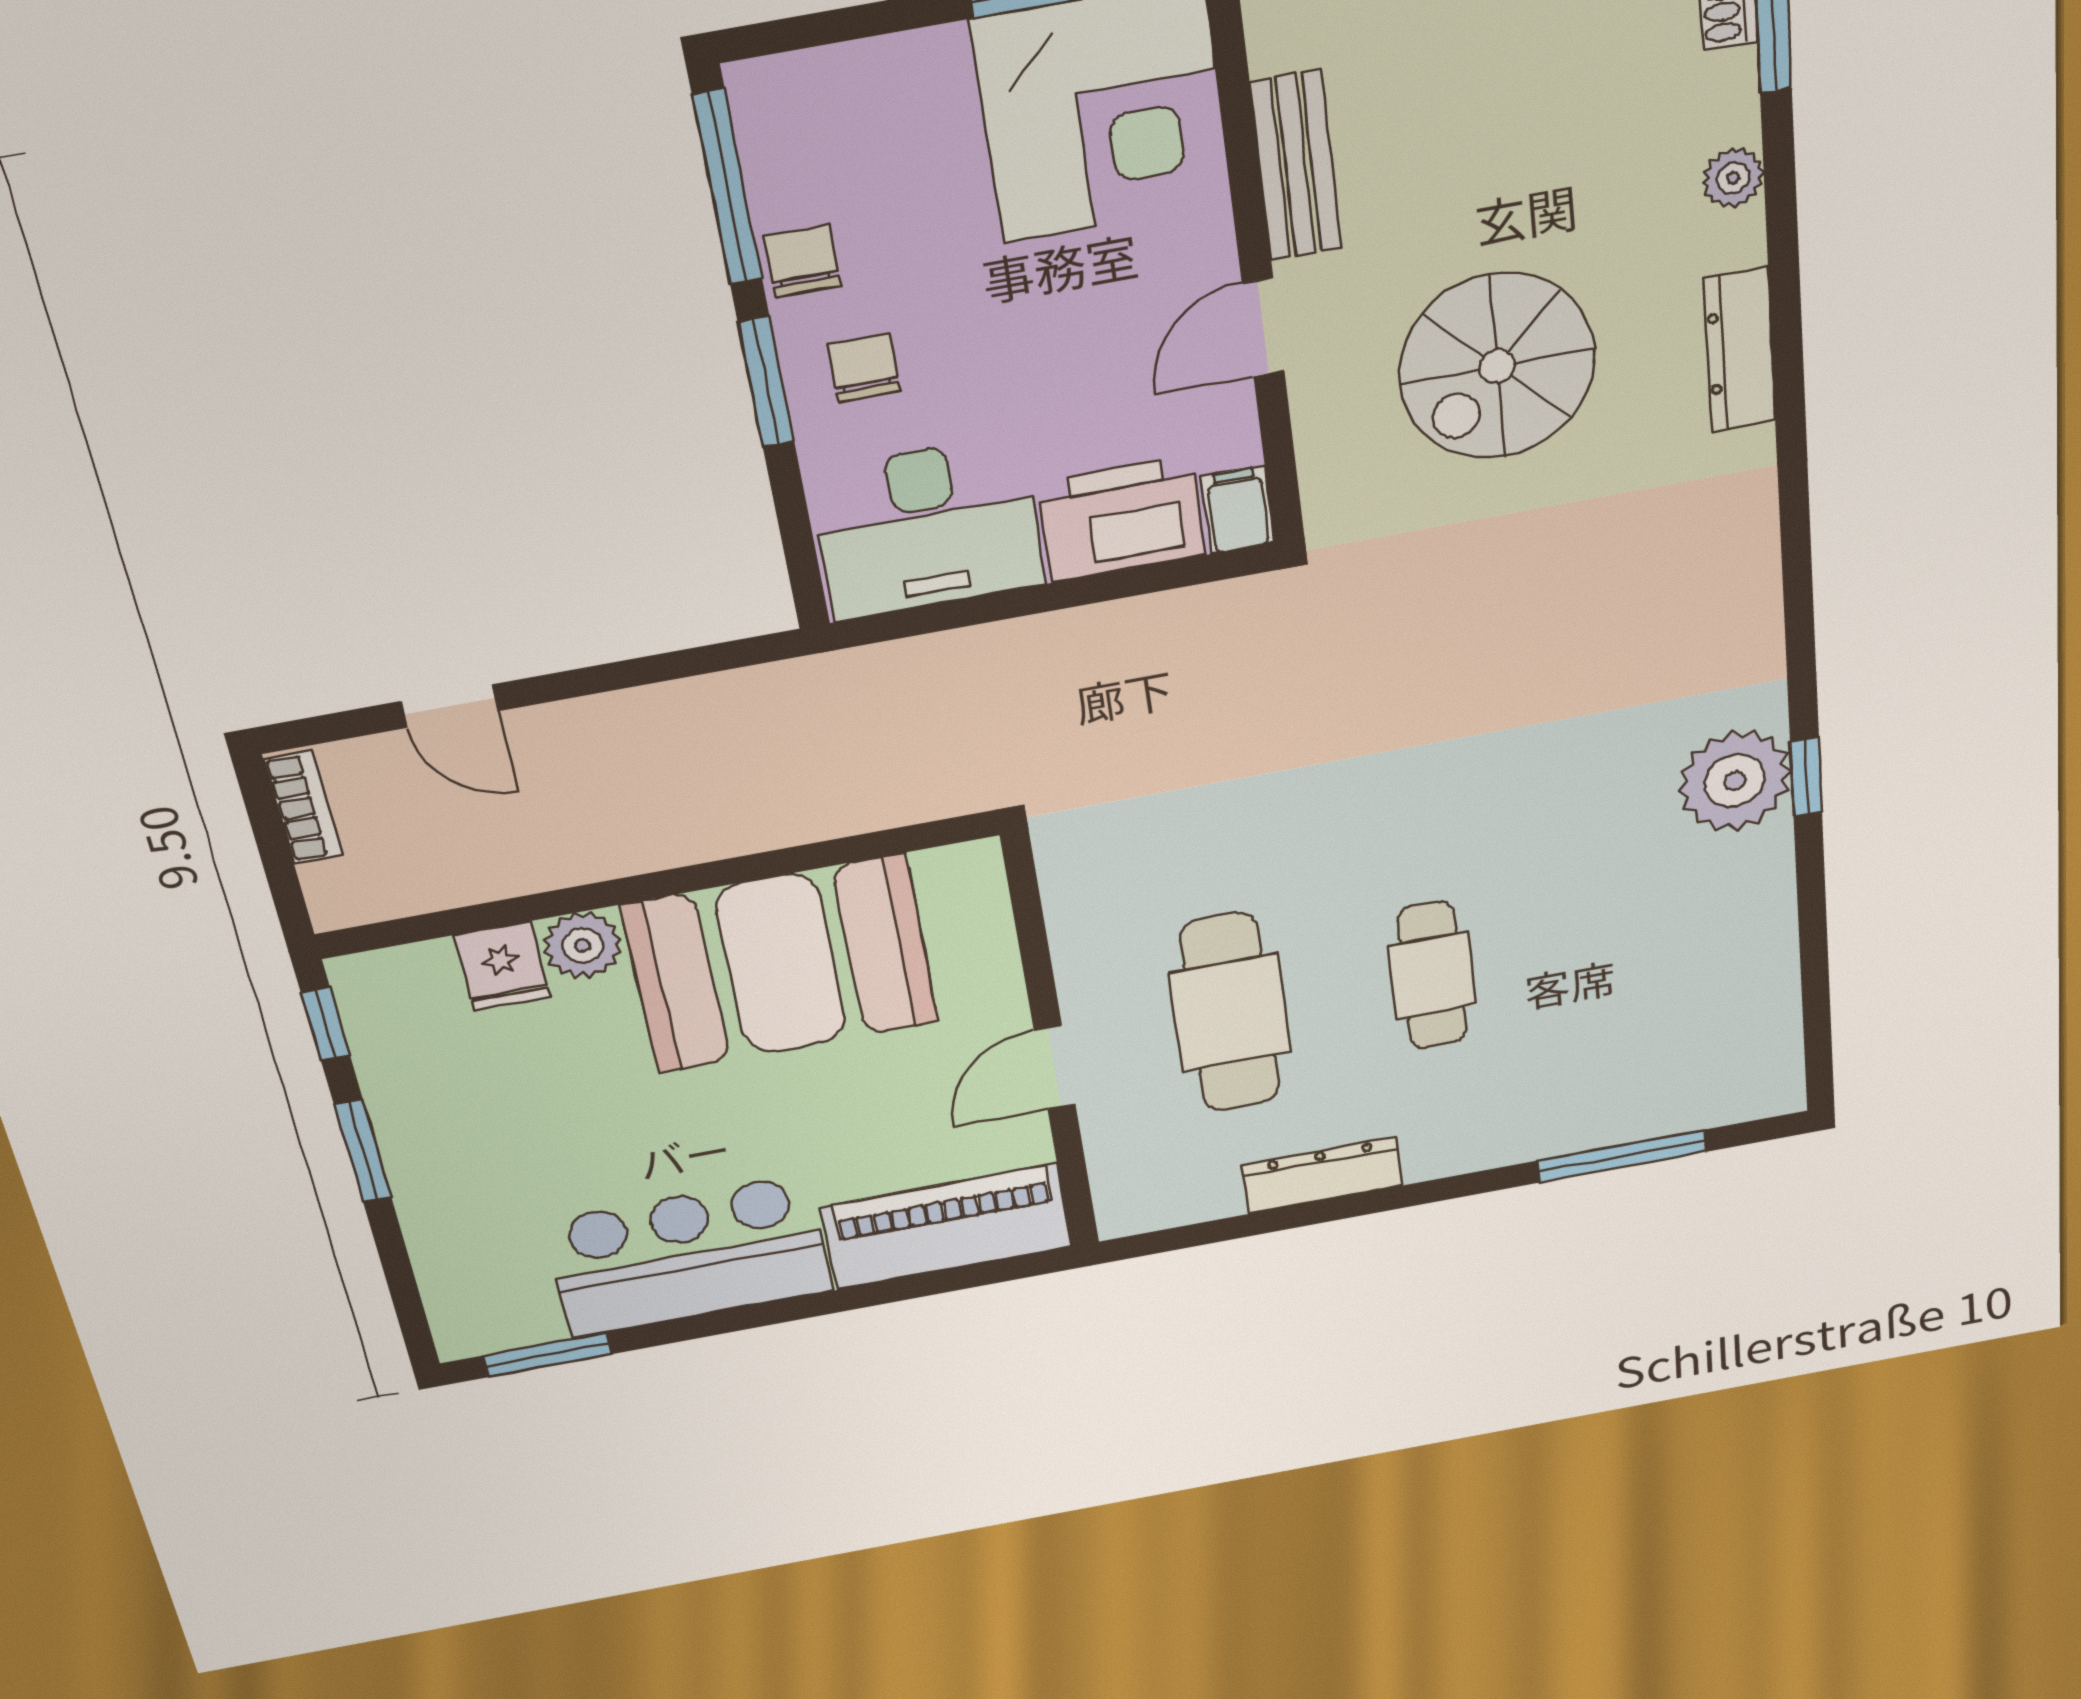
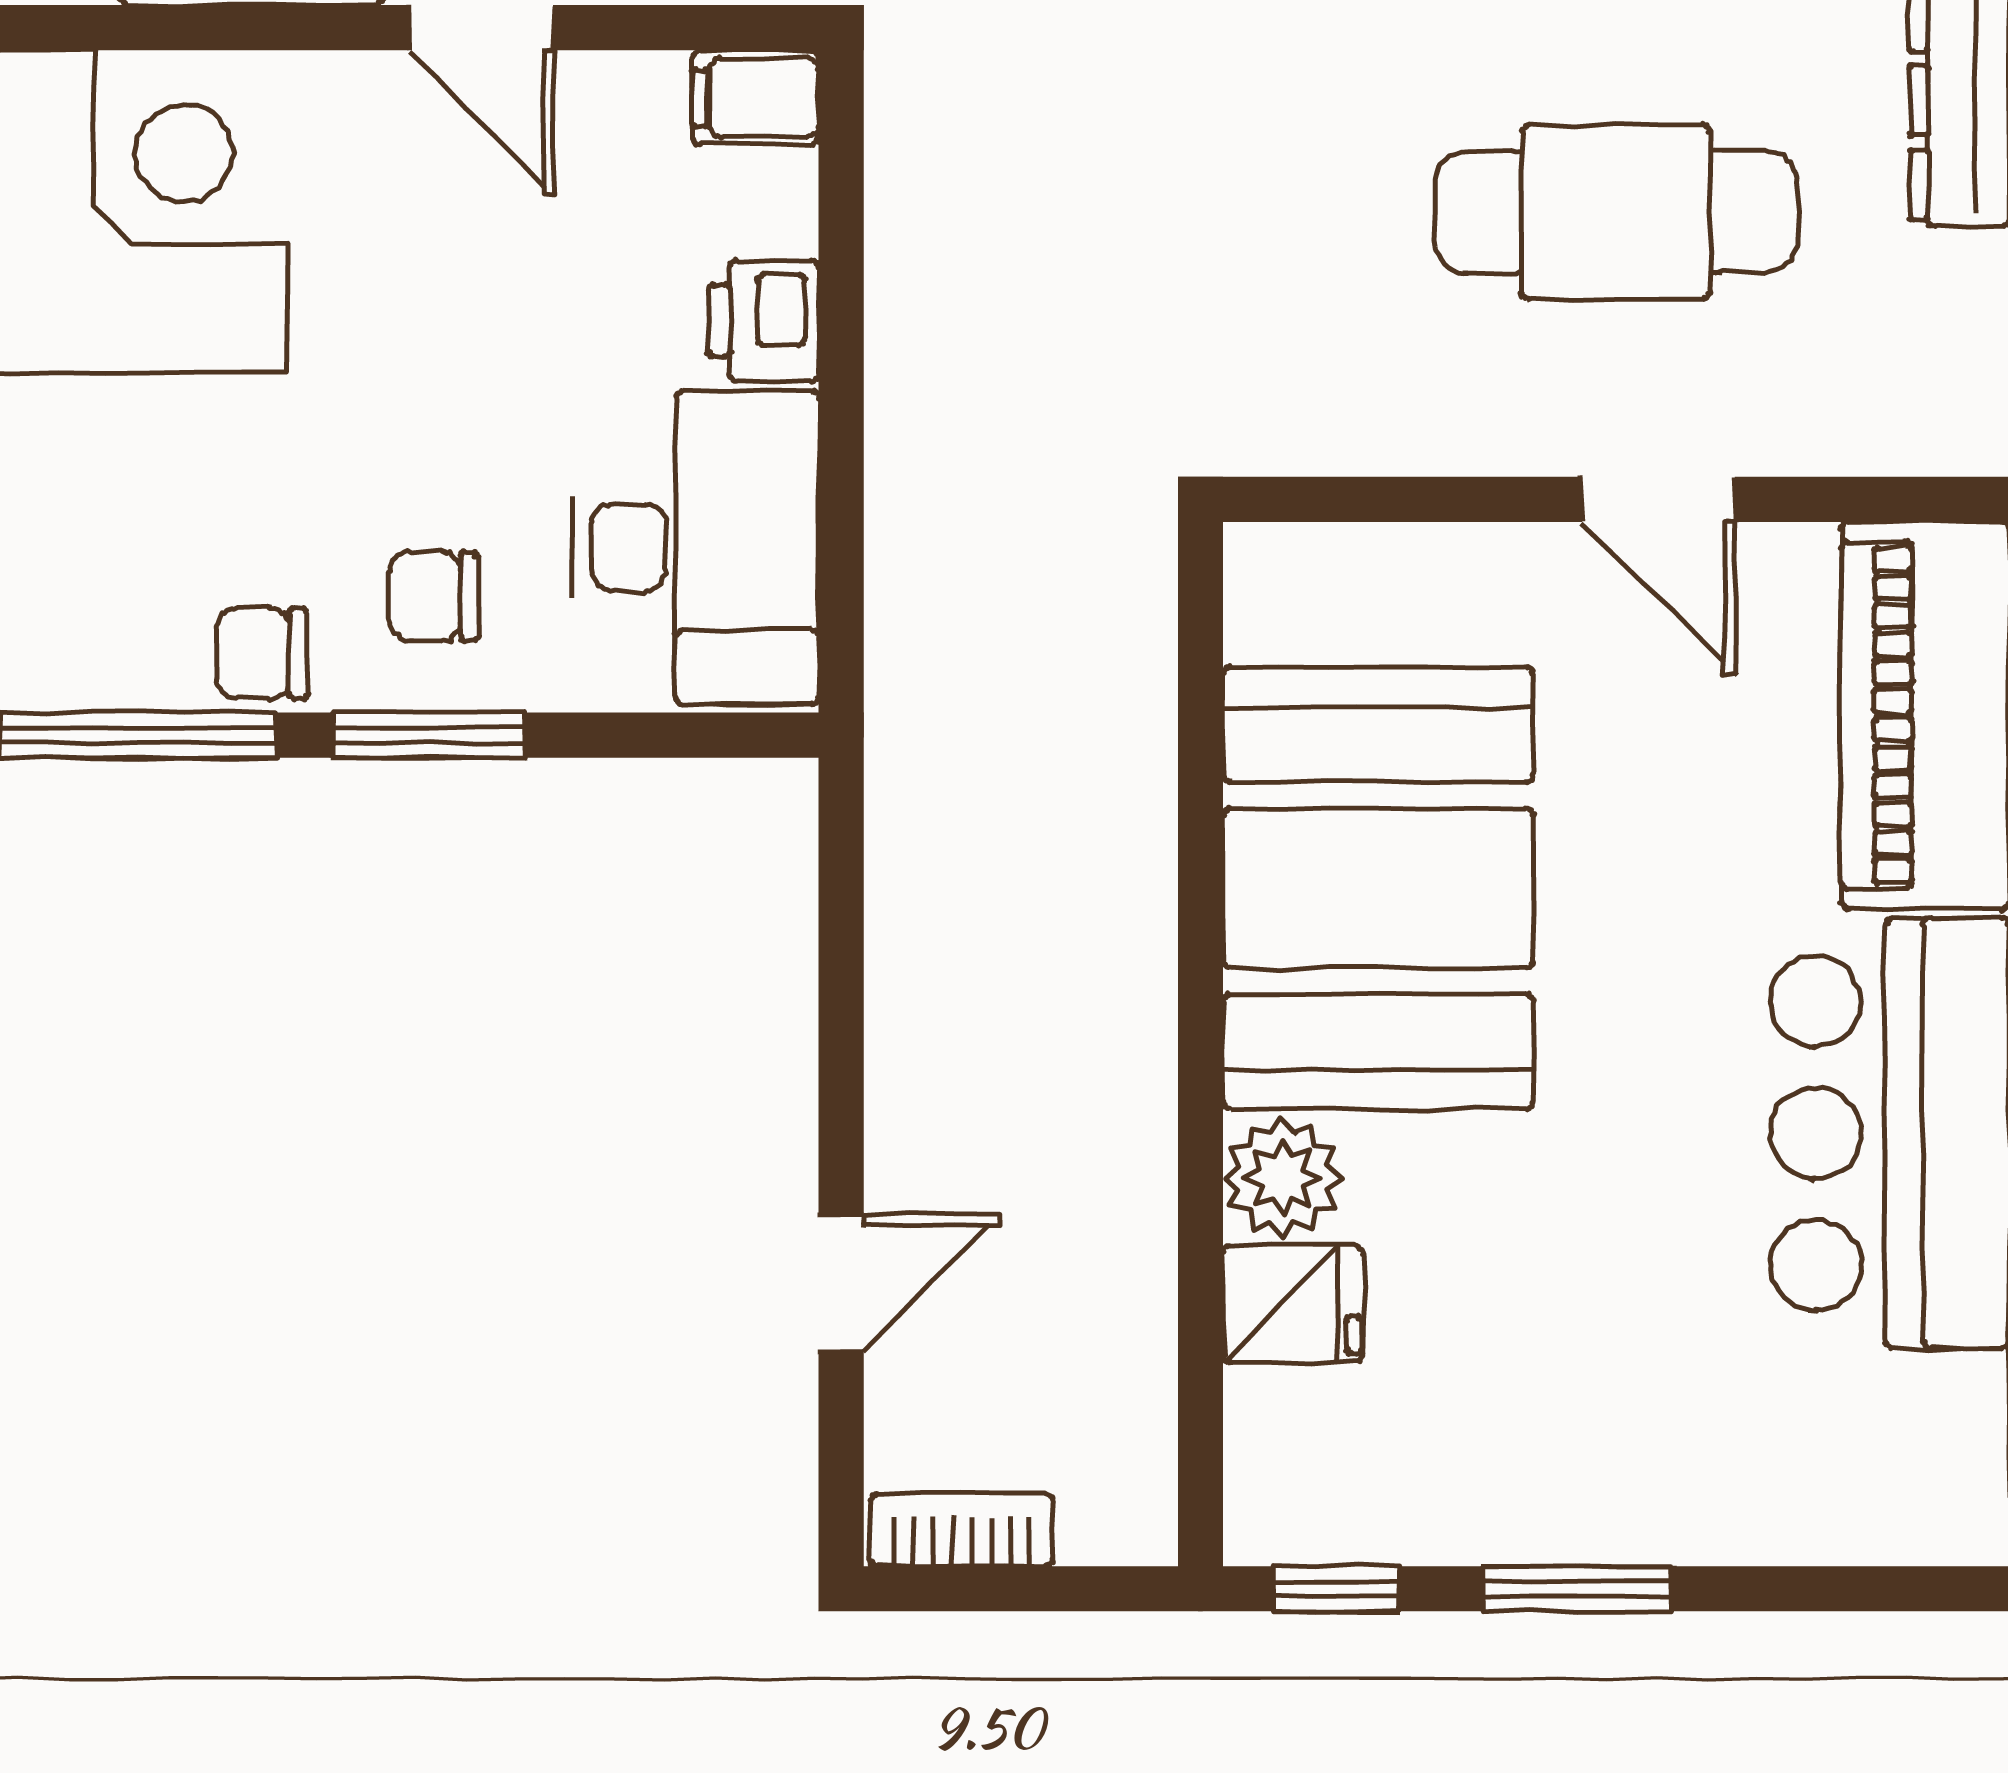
printer: (1121, 519) -> (763, 321), width x0.53, depth x0.68

